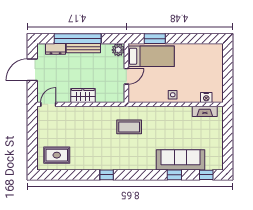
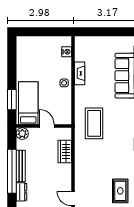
wardrobe: (83, 96) -> (65, 151), moved
fireplace: (205, 111) -> (80, 73), moved
coffee table: (129, 127) -> (94, 123), width x1.36, depth x1.32

